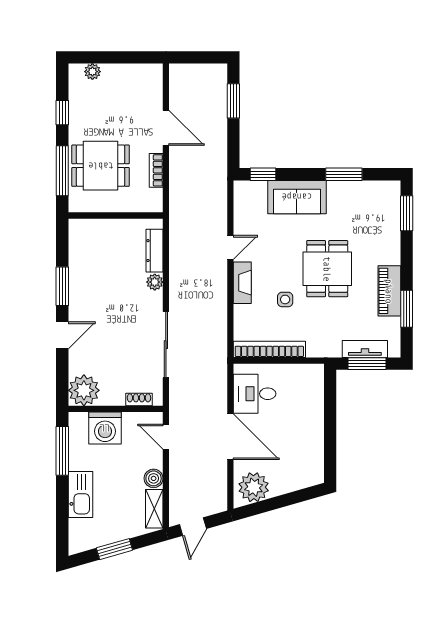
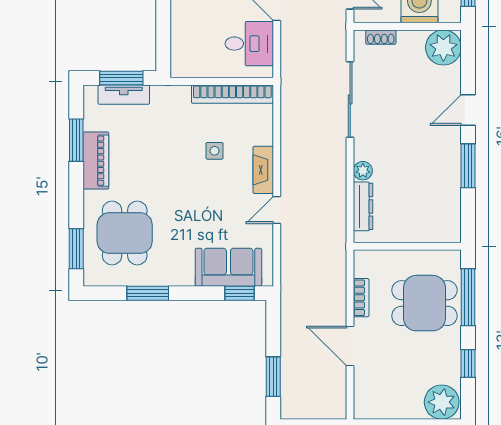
plant: (92, 72) -> (442, 402), width x1.87, depth x1.87
sofa: (297, 197) -> (228, 267), moved
dining table: (327, 269) -> (125, 233), moved

